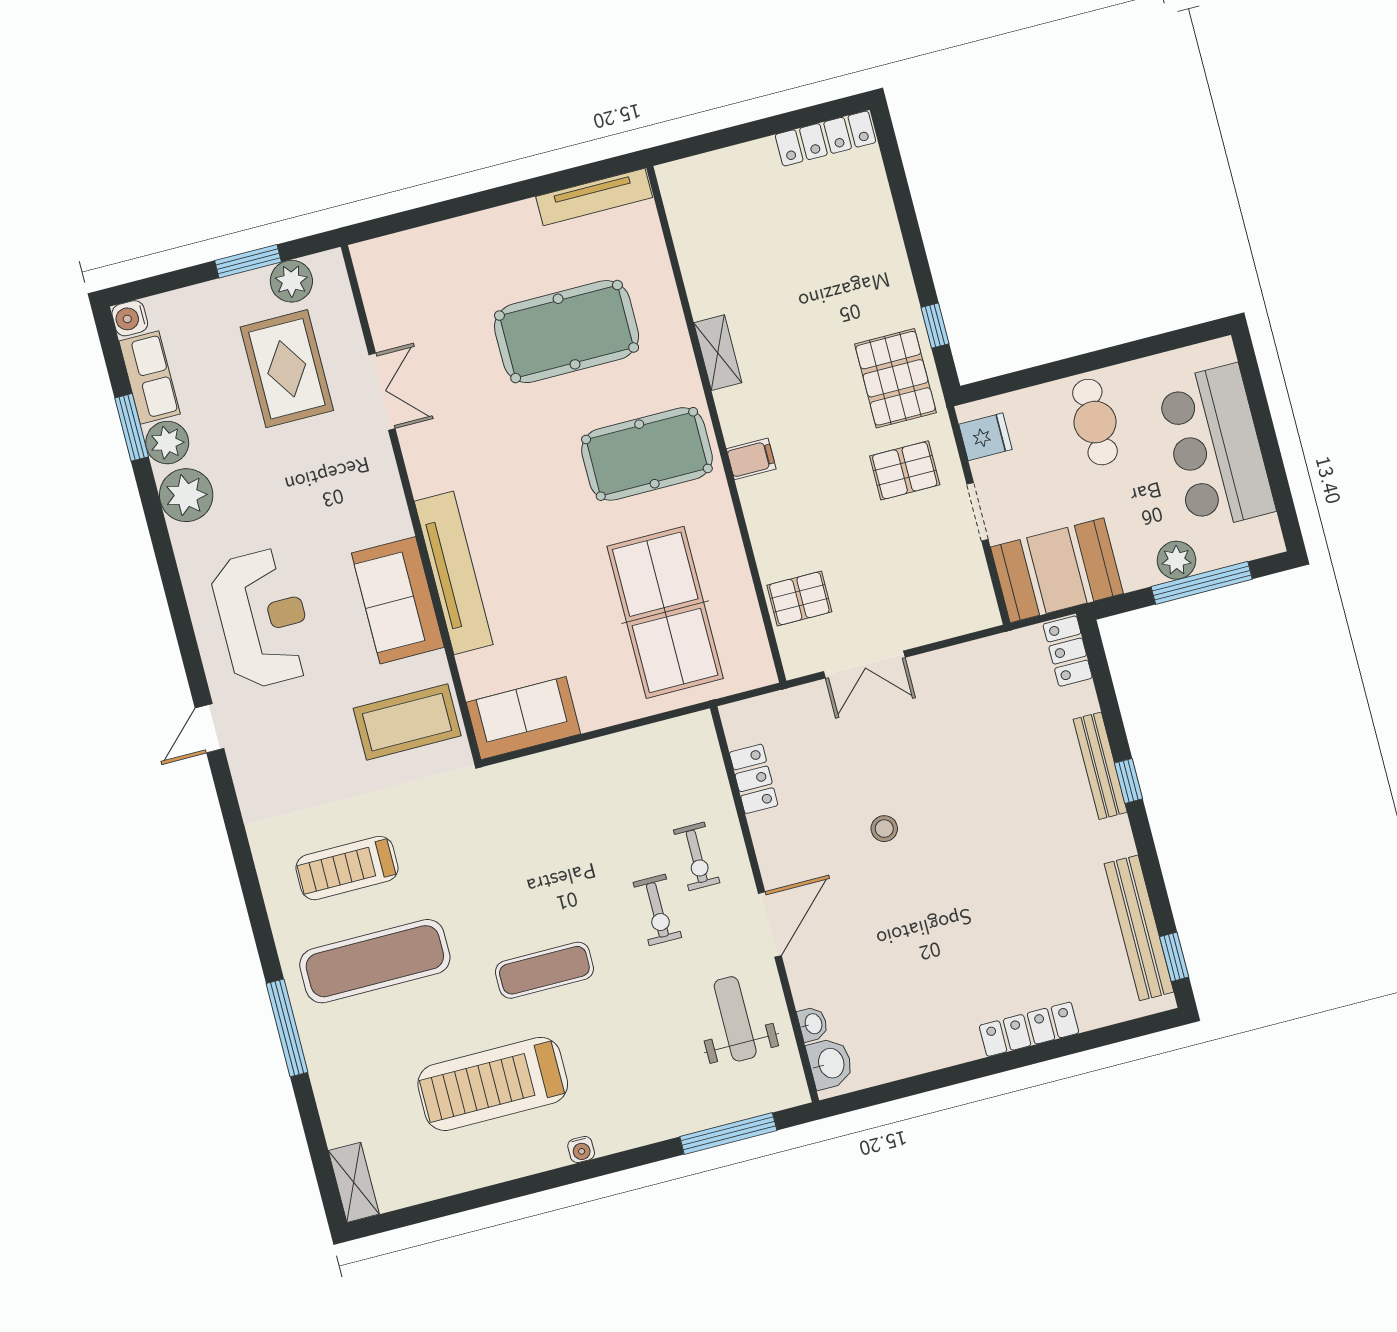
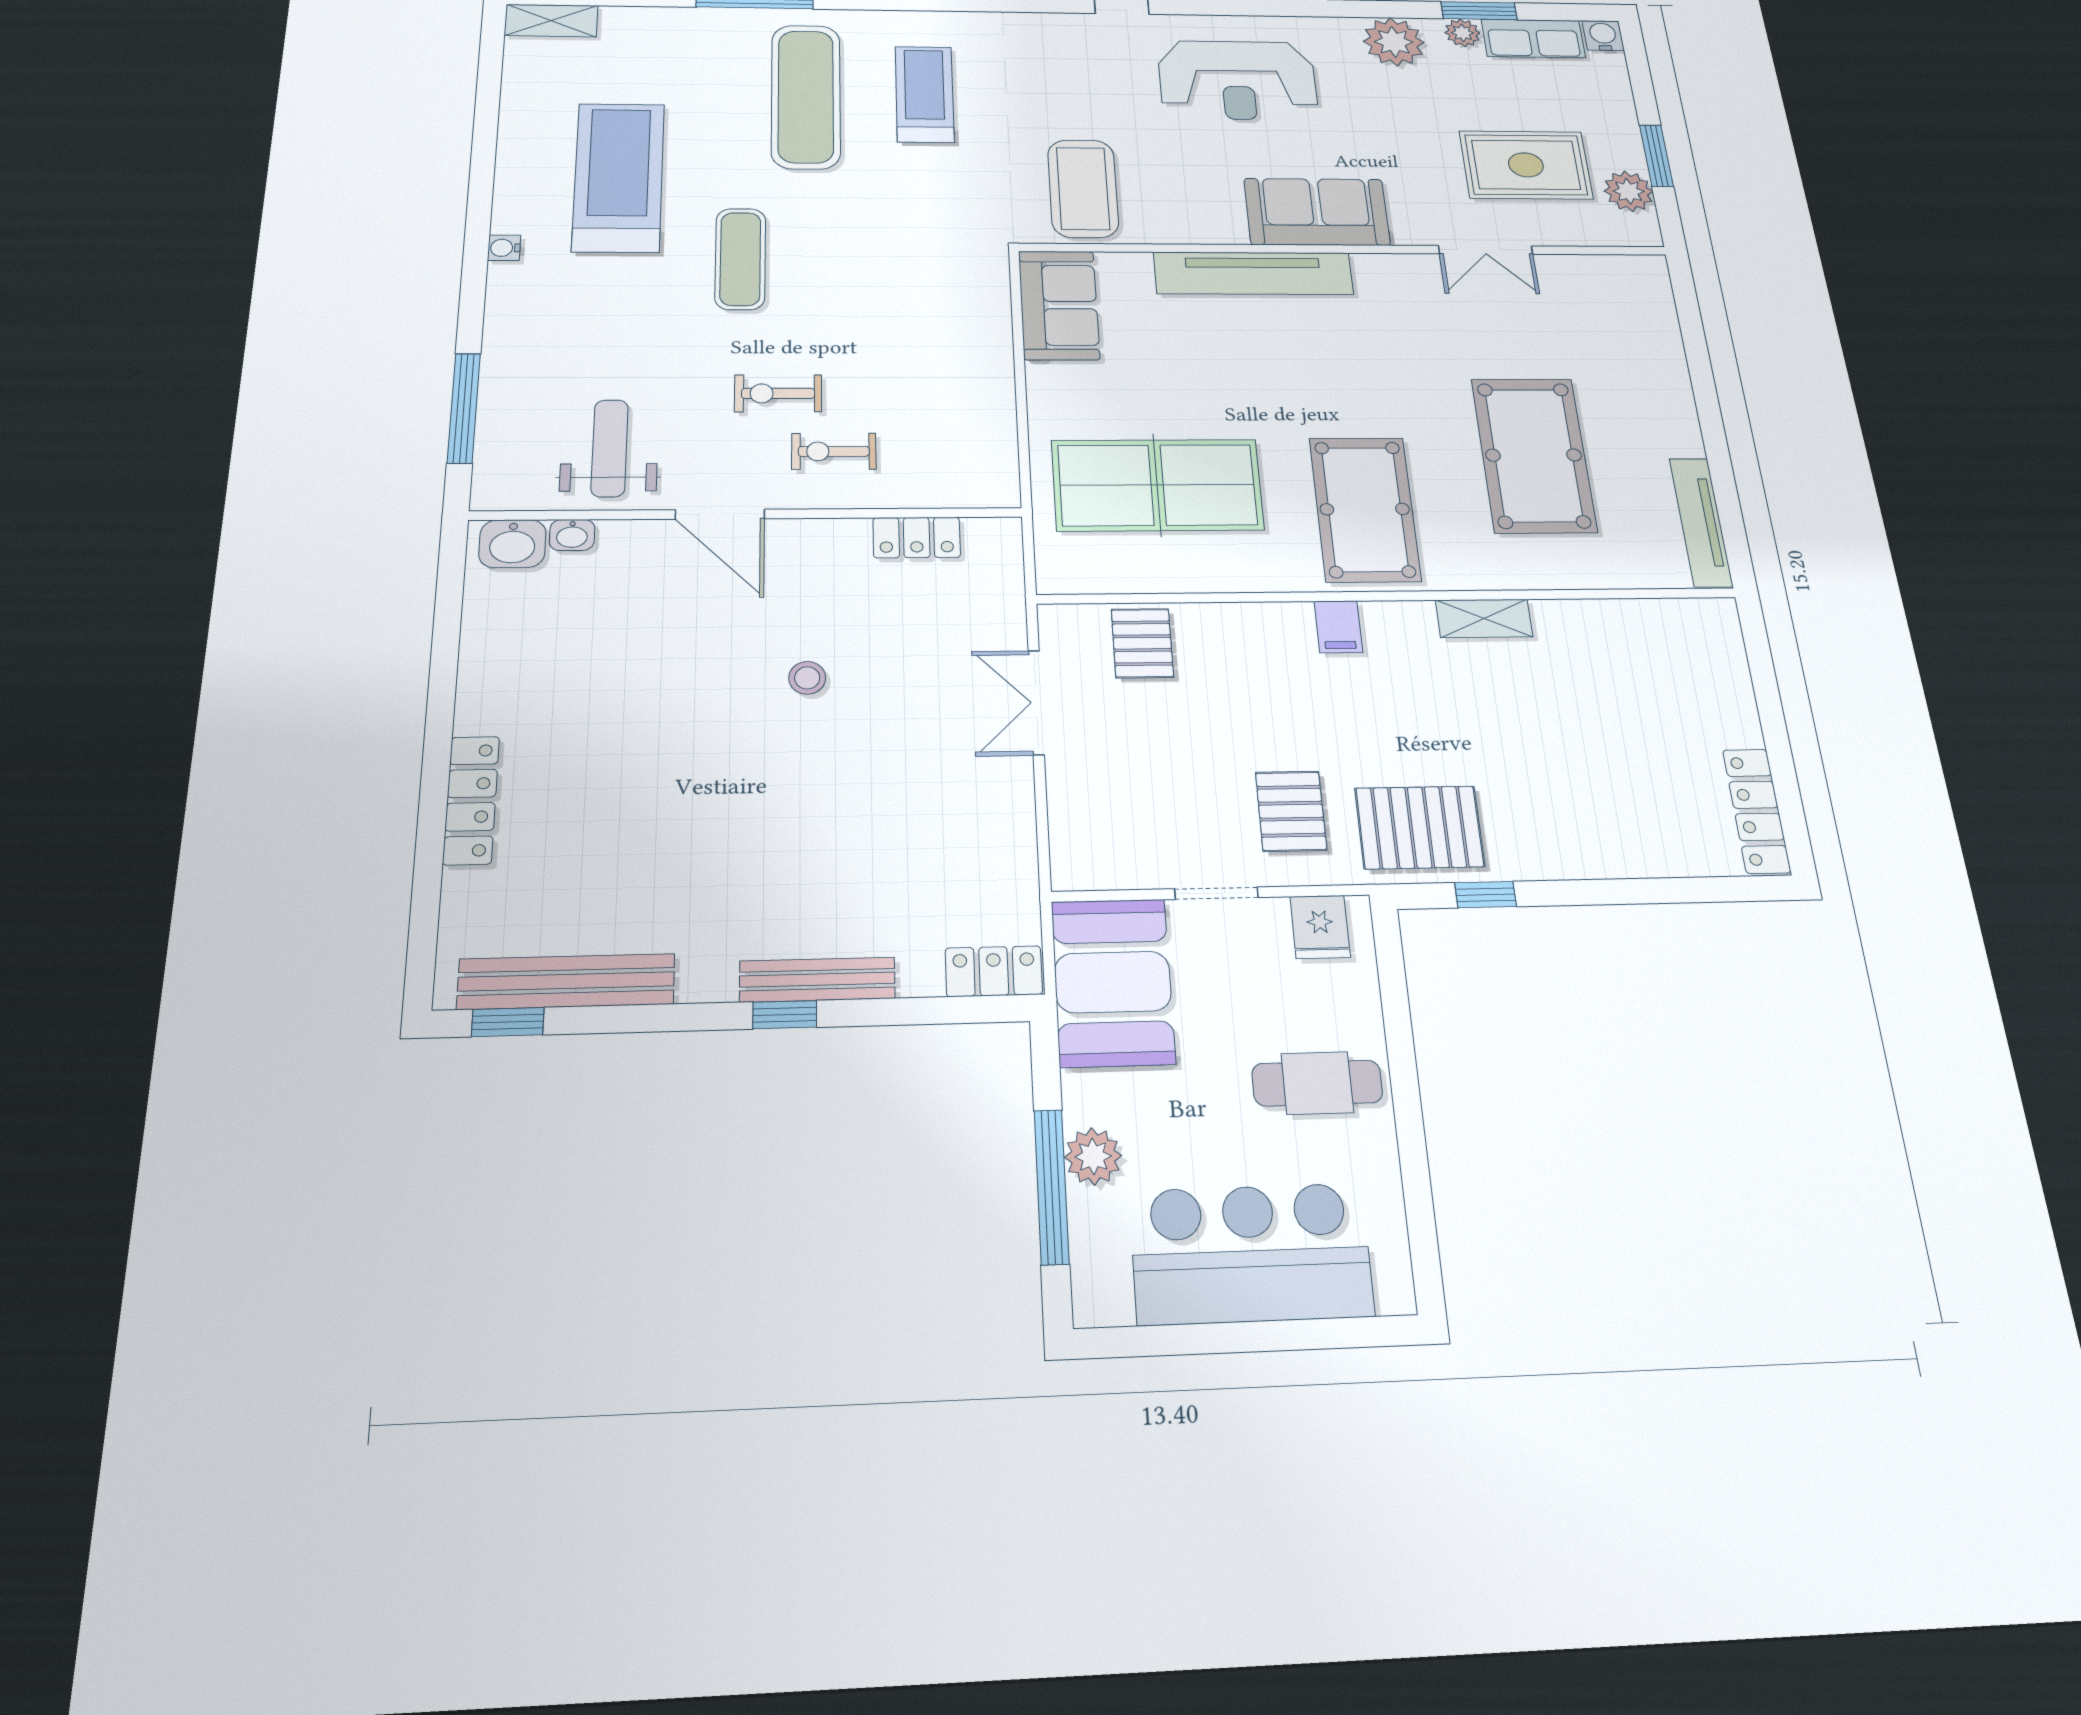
plant: (167, 443) -> (1462, 33), width x0.73, depth x0.73
sofa: (398, 600) -> (1317, 212), moved
weight bench: (735, 1019) -> (610, 448), turned -90

